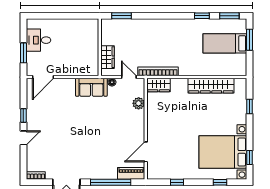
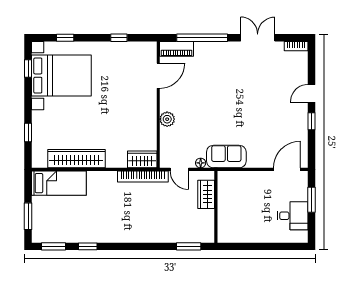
bed: (225, 43) -> (59, 183), moved
plant: (139, 103) -> (167, 119), moved

